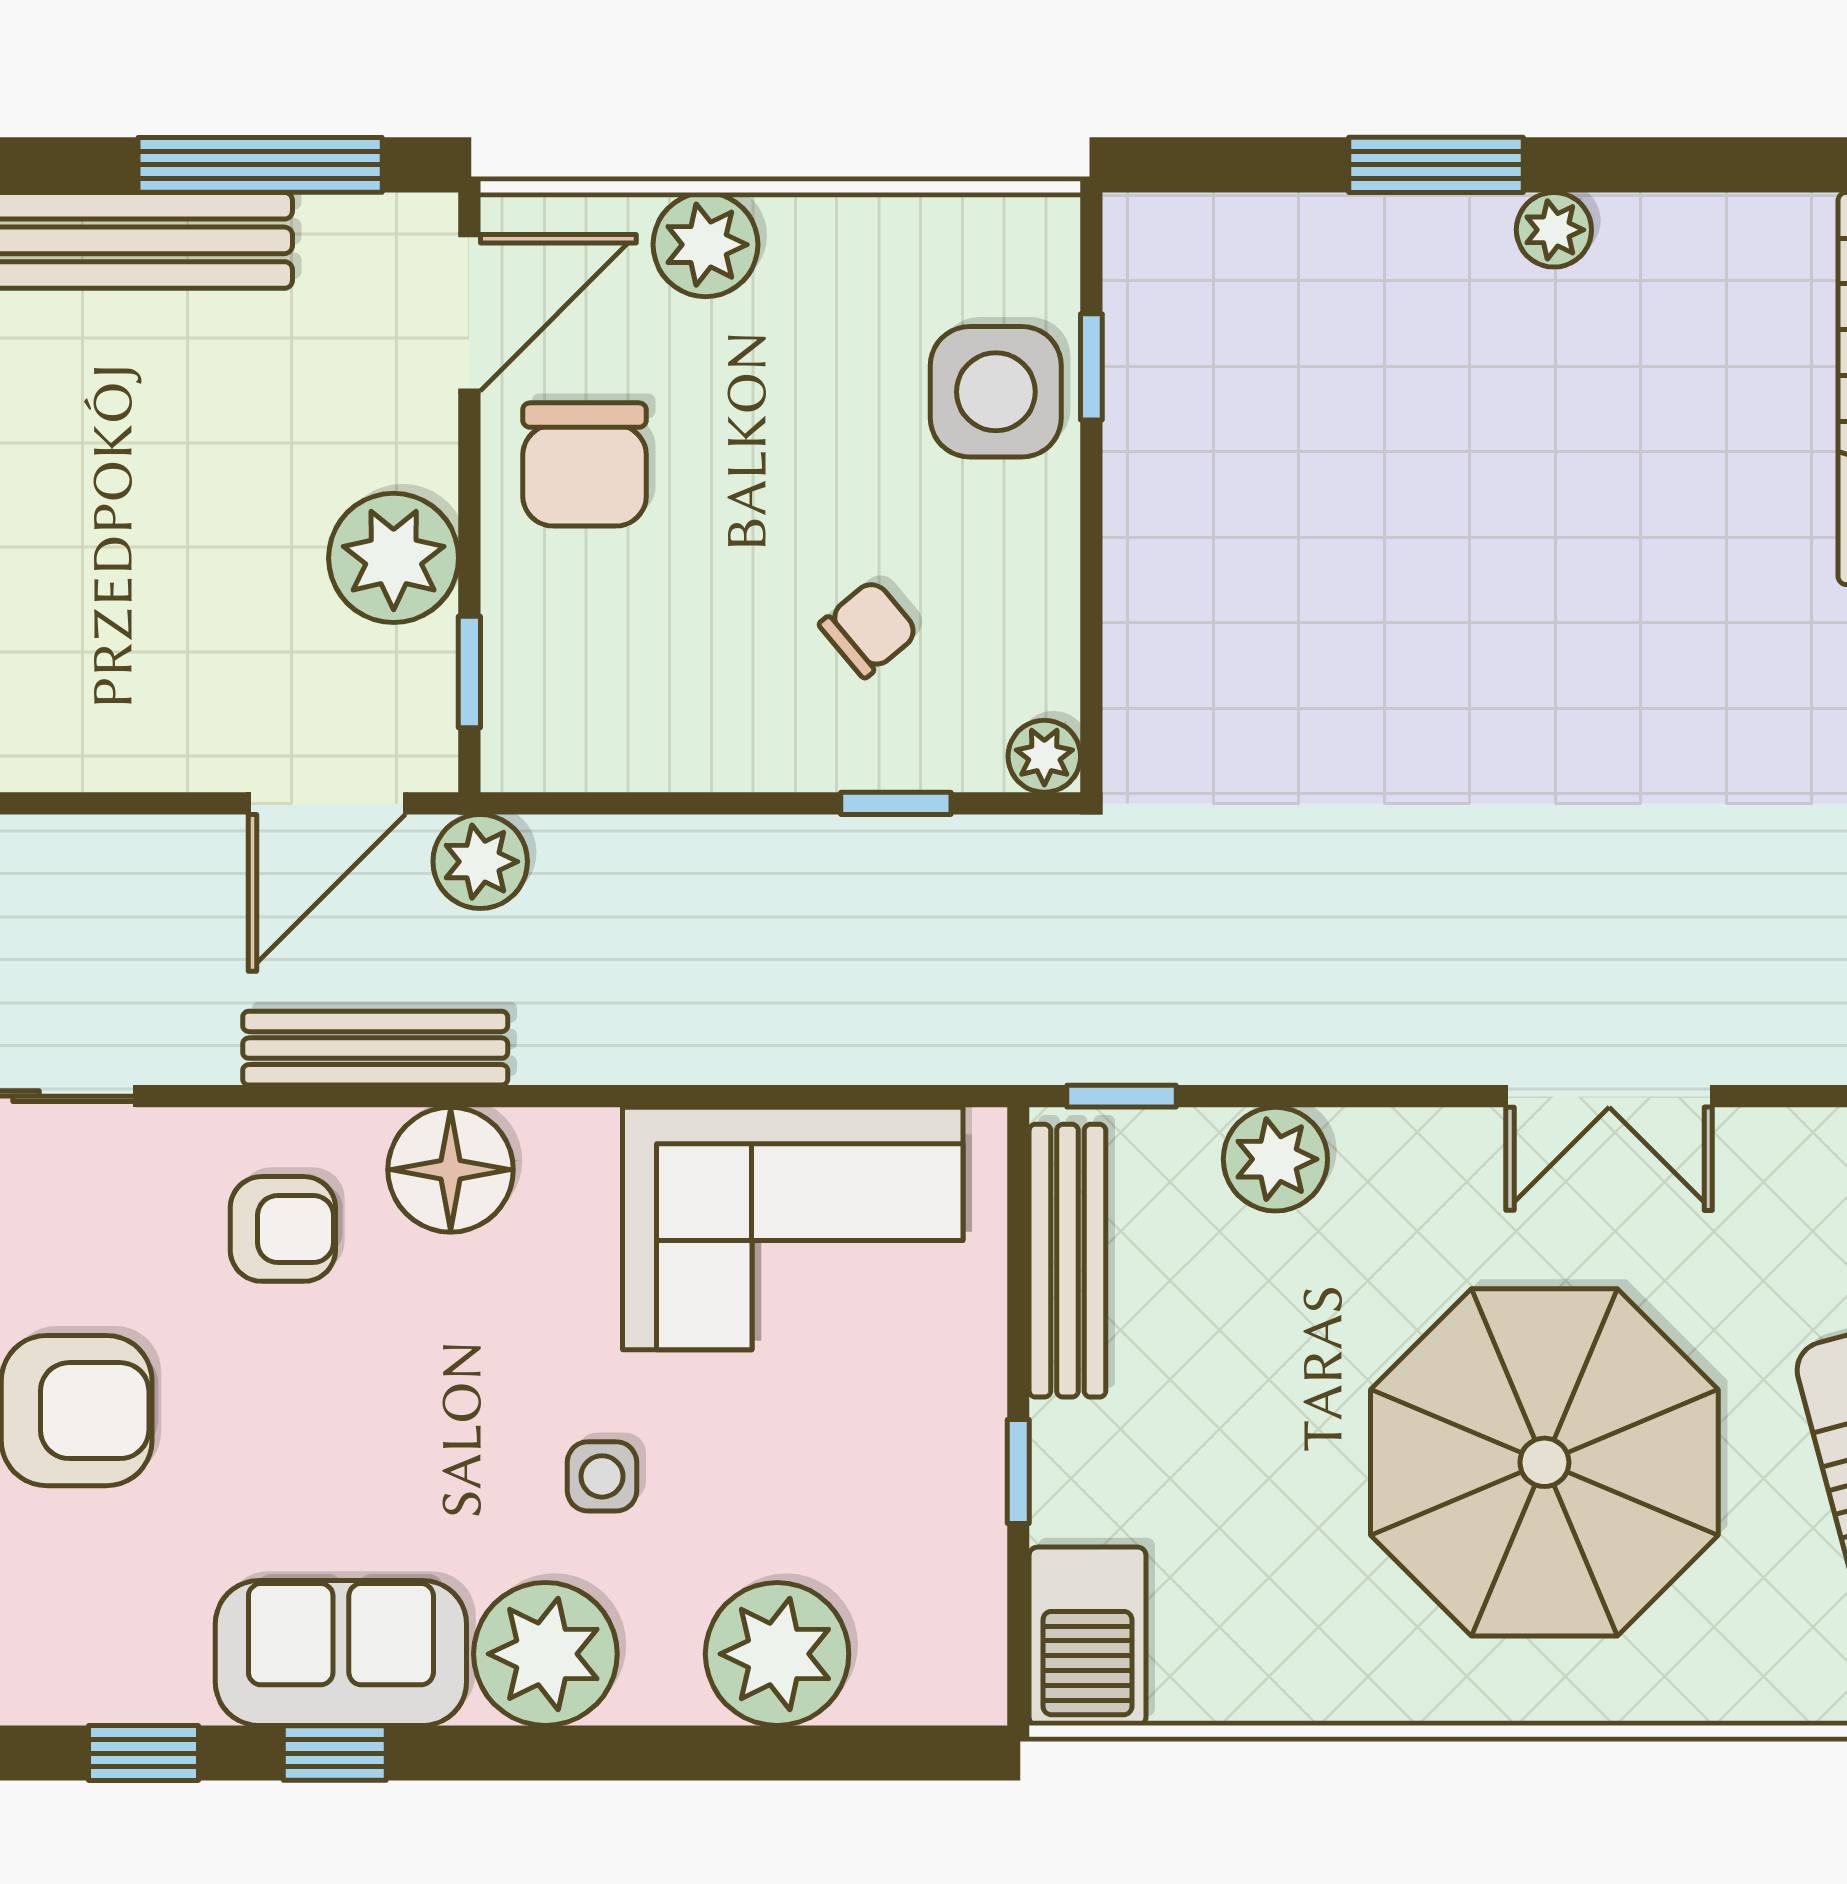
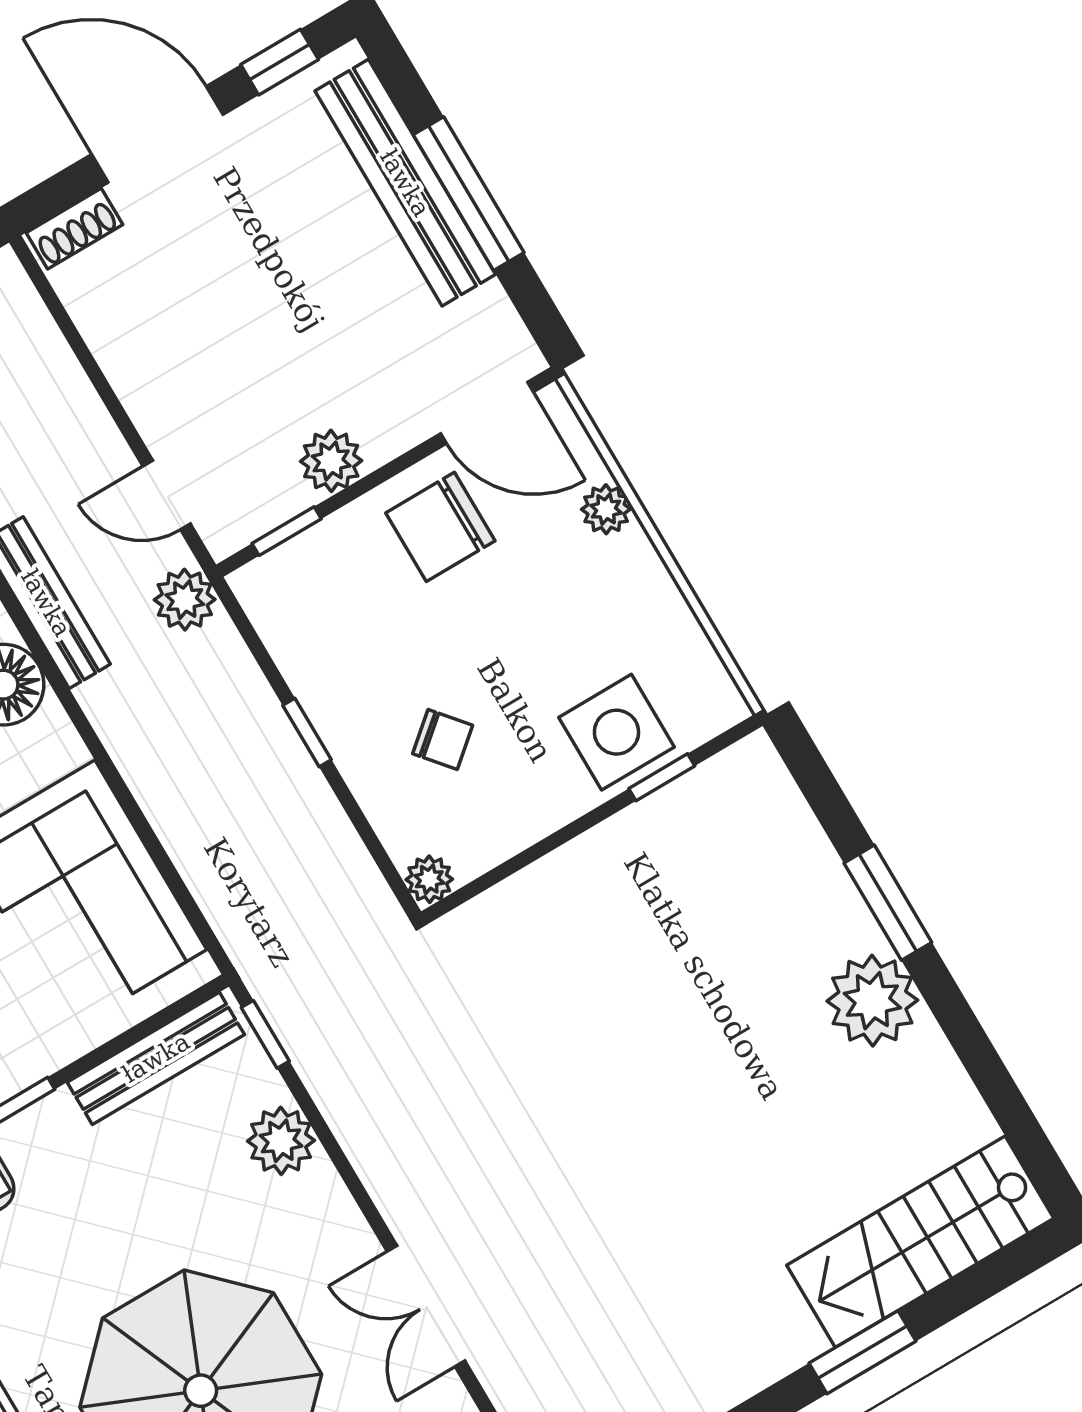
window: (260, 165) -> (469, 194), moved
plant: (1554, 230) -> (872, 1001), width x1.88, depth x1.88
plant: (705, 245) -> (606, 509), width x0.73, depth x0.73
plant: (394, 558) -> (331, 461), width x0.73, depth x0.73
door: (327, 803) -> (167, 495), width x0.73
window: (896, 803) -> (307, 733), moved

